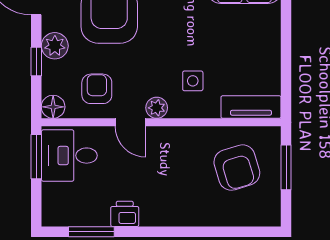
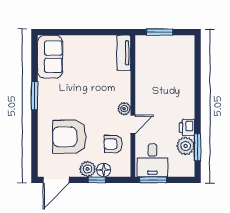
side table: (193, 81) -> (108, 87), removed
floor lamp: (53, 107) -> (104, 170), moved
armchair: (237, 168) -> (160, 61), removed
plant: (94, 211) -> (186, 146), added

